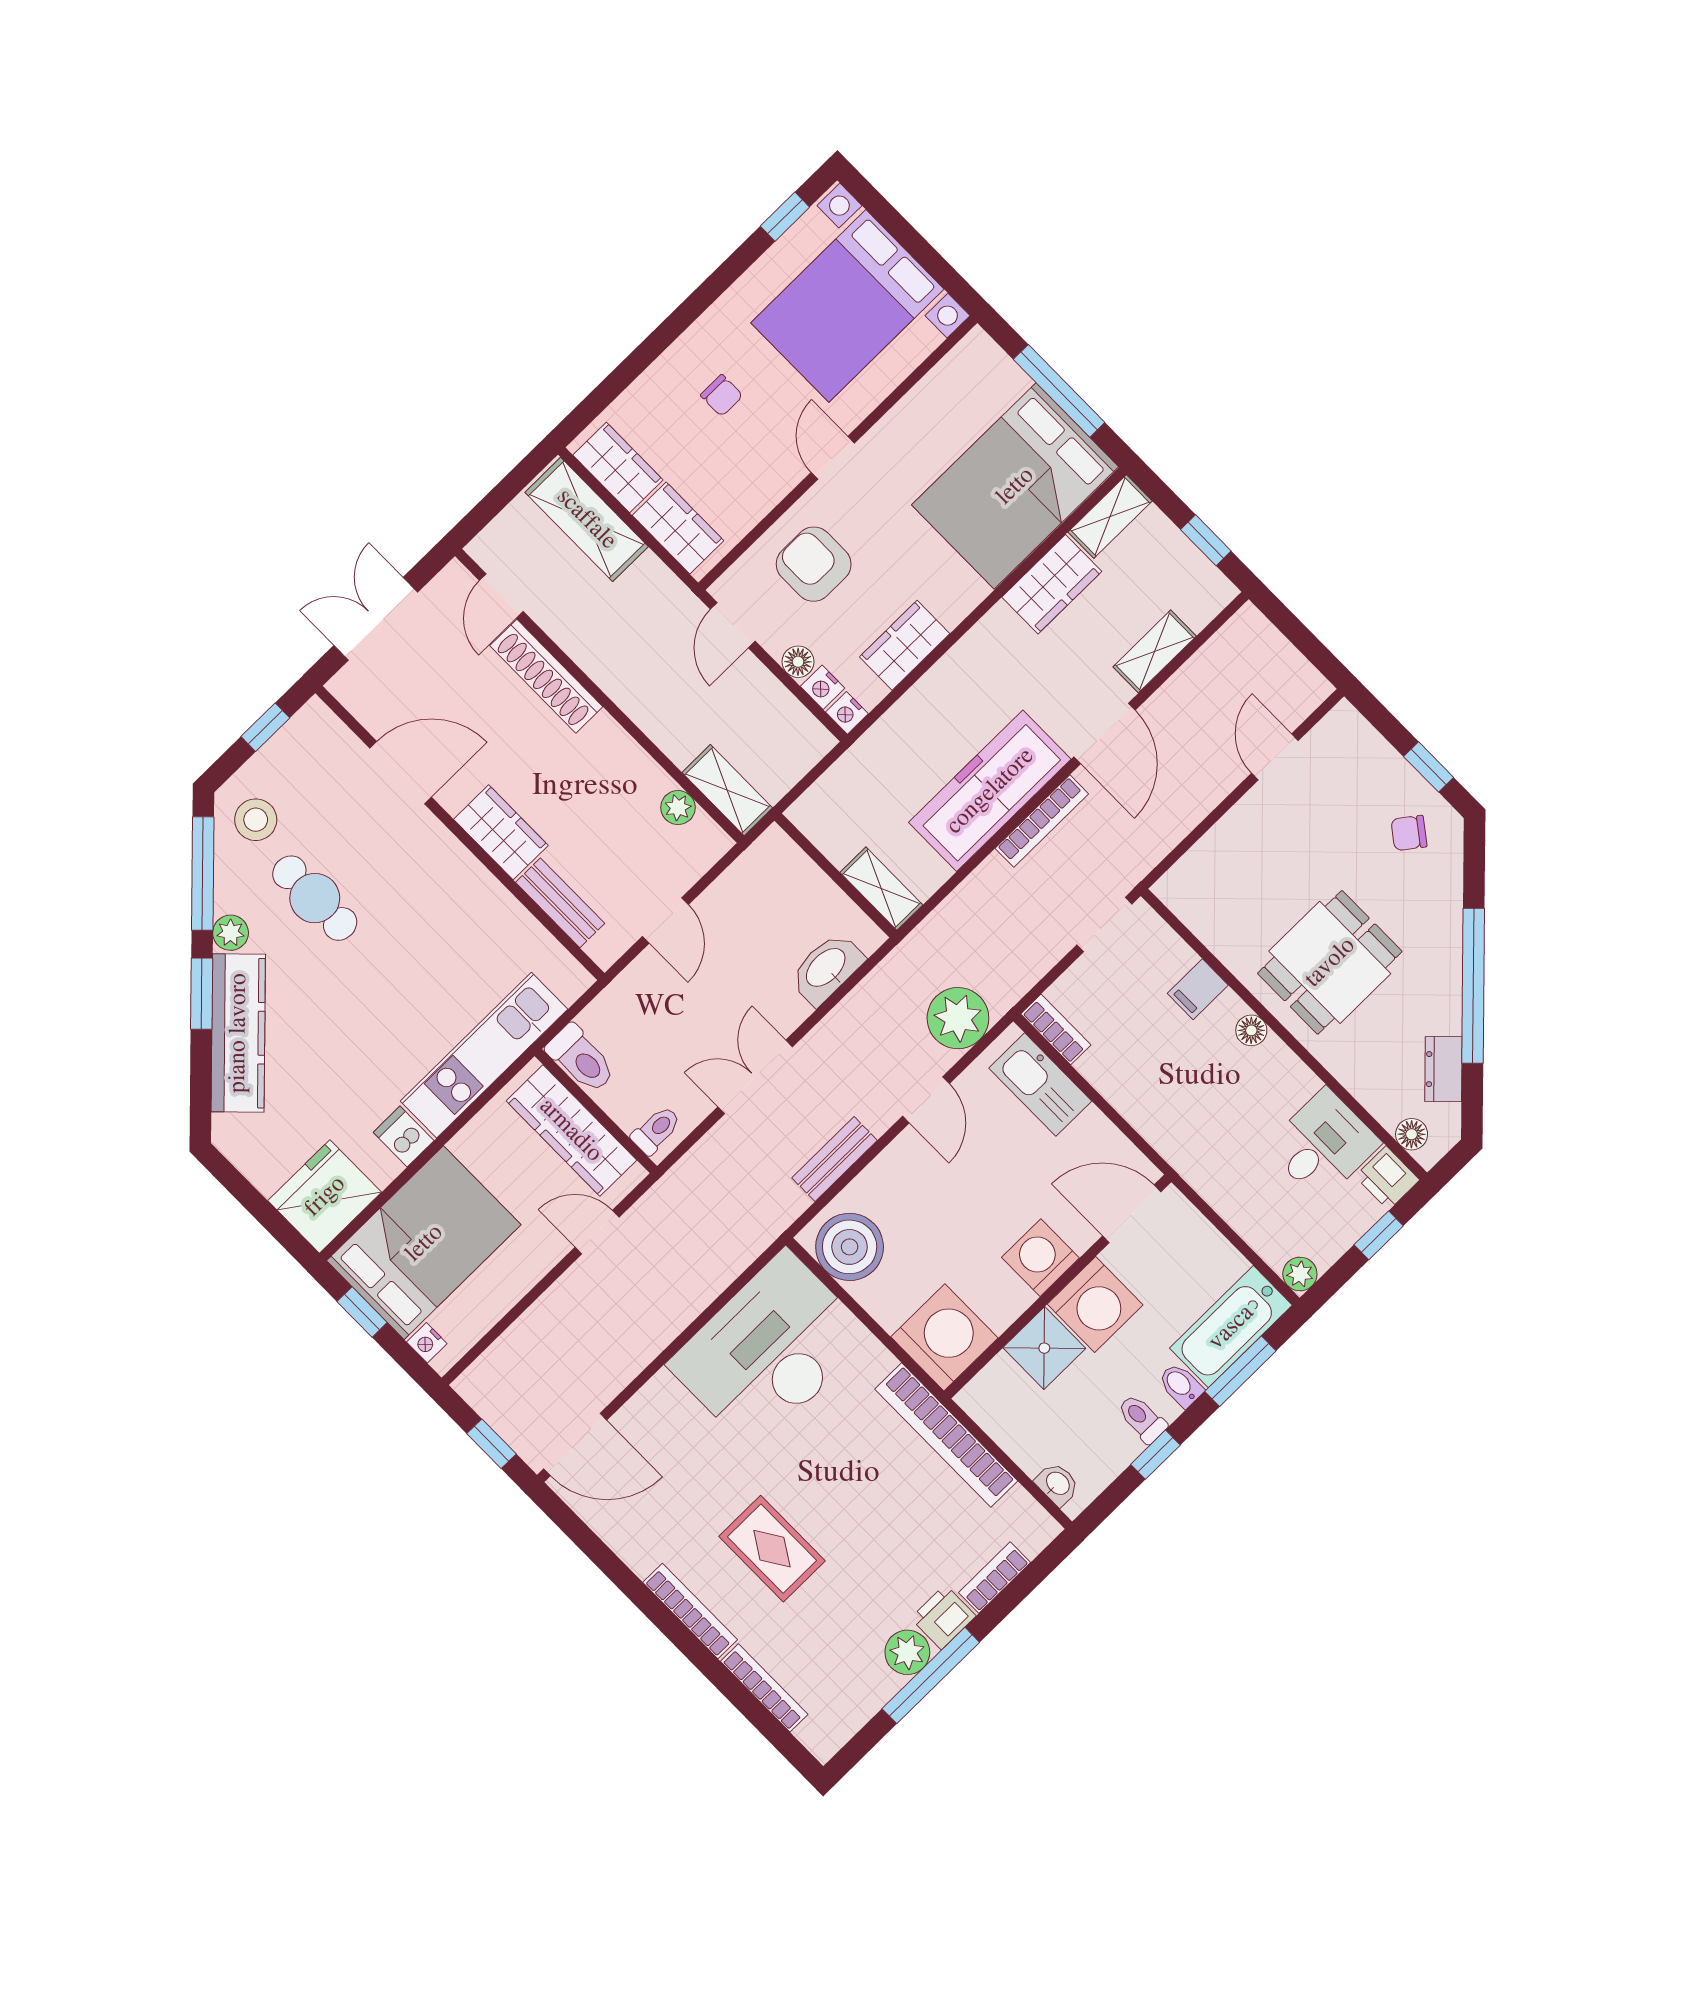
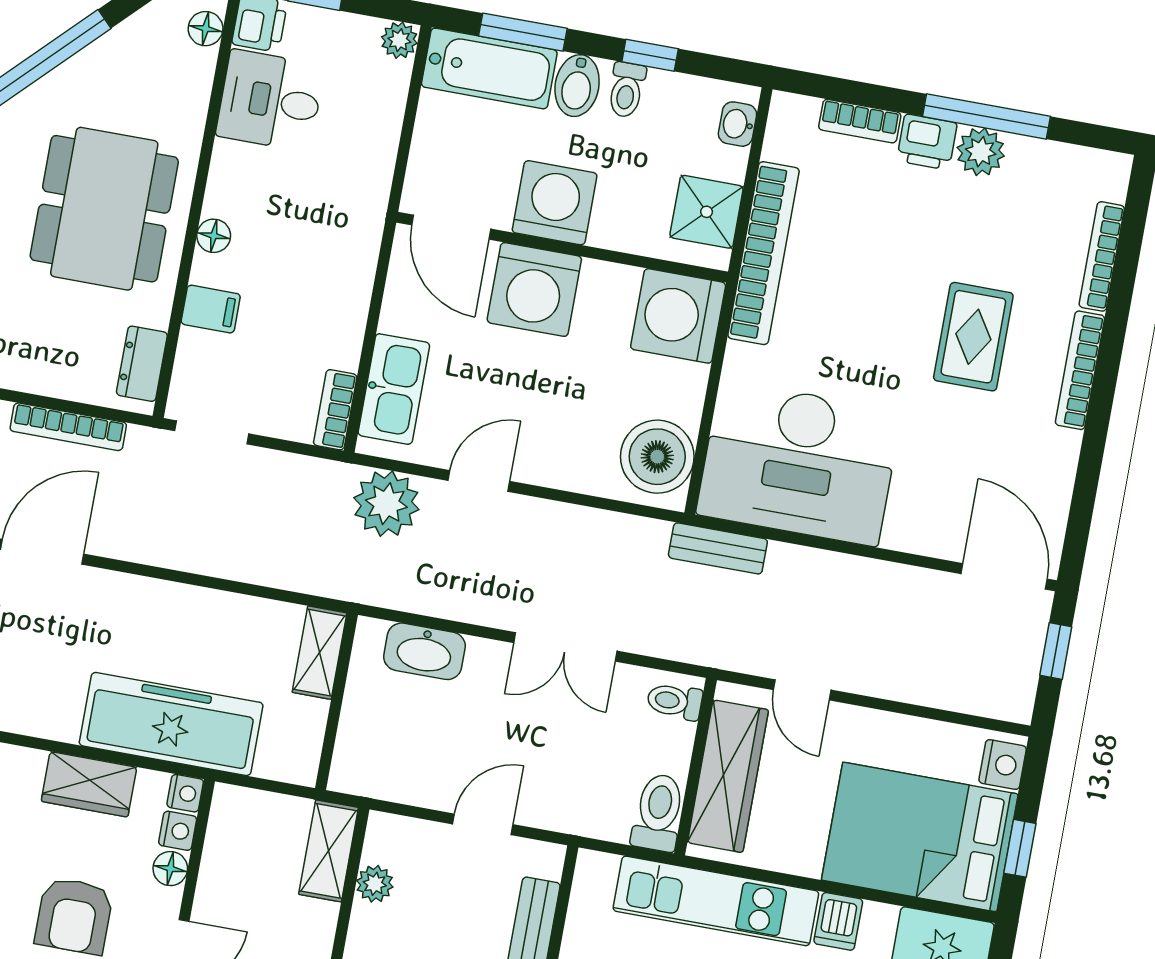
freezer: (990, 791) -> (171, 724), moved, turned 180
bookcase: (1042, 821) -> (68, 427), moved, turned 180
dining table: (1330, 962) -> (104, 209), width x1.38
dresser: (1443, 1069) -> (142, 364), moved, turned 135
bench: (835, 1159) -> (718, 548), moved
washing machine: (1040, 1258) -> (534, 290), width x1.37, depth x1.37
nightstand: (427, 1343) -> (1003, 764), width x1.39, depth x1.35
shower: (1044, 1348) -> (707, 212), moved
bidet: (1181, 1385) -> (577, 86), width x1.38, depth x1.36

